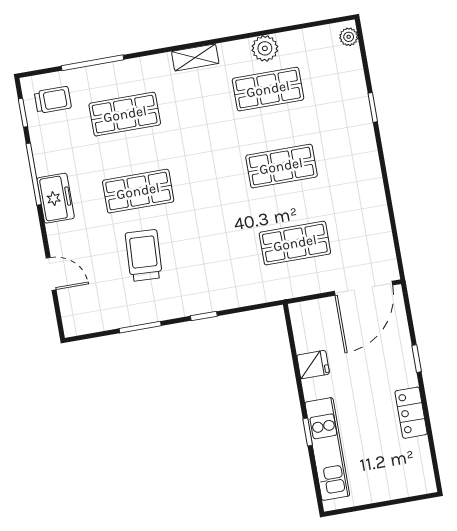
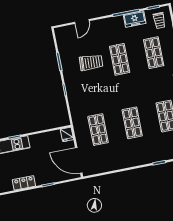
freezer: (56, 198) -> (135, 19), moved
fridge: (313, 365) -> (67, 134), moved

